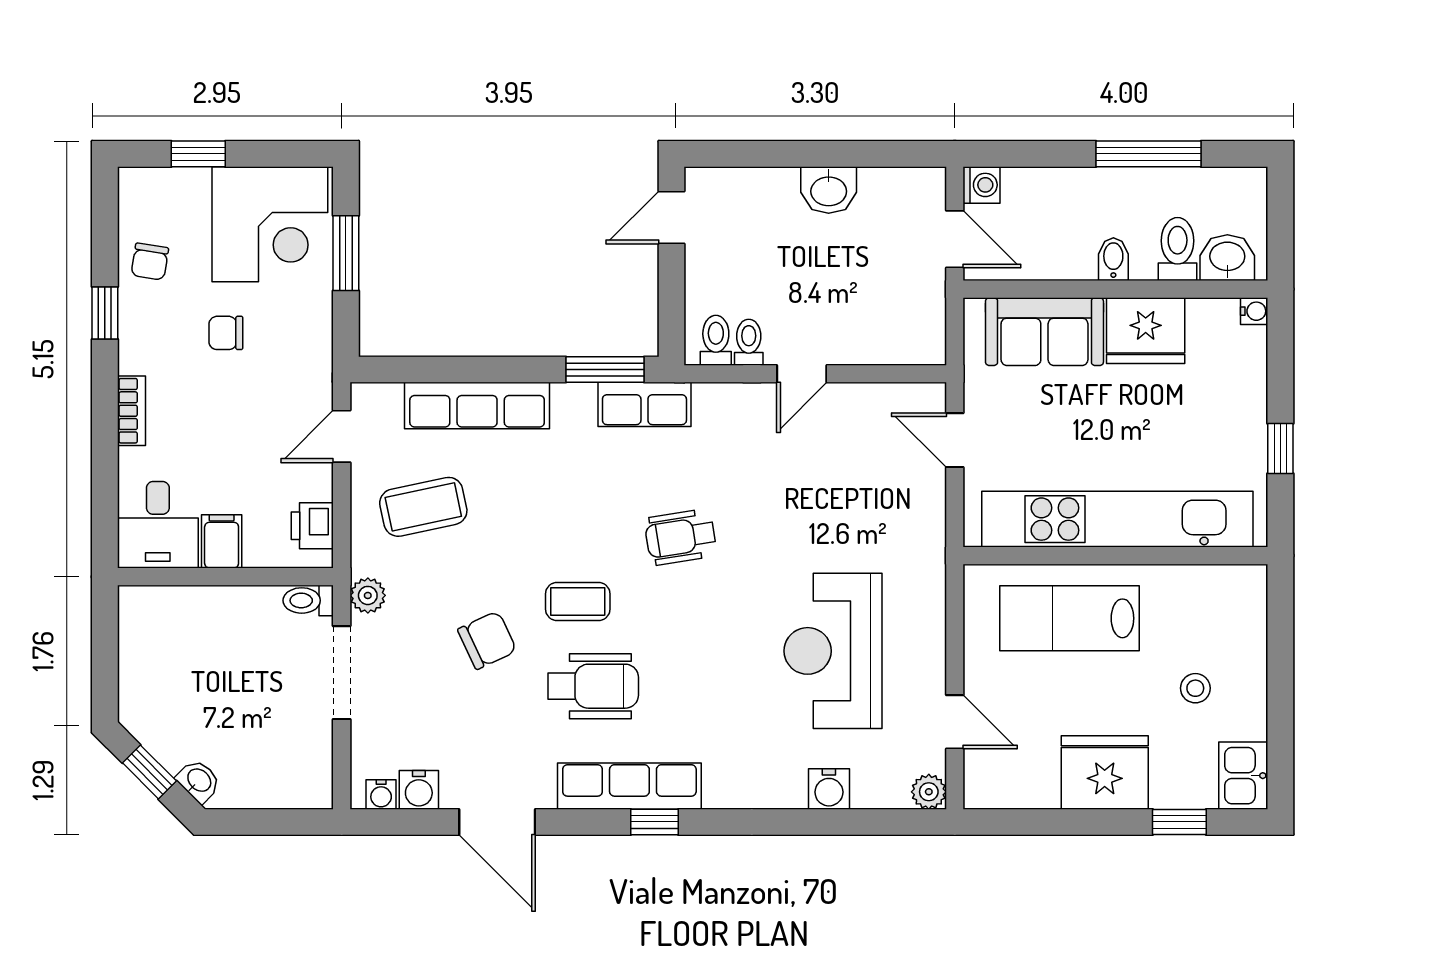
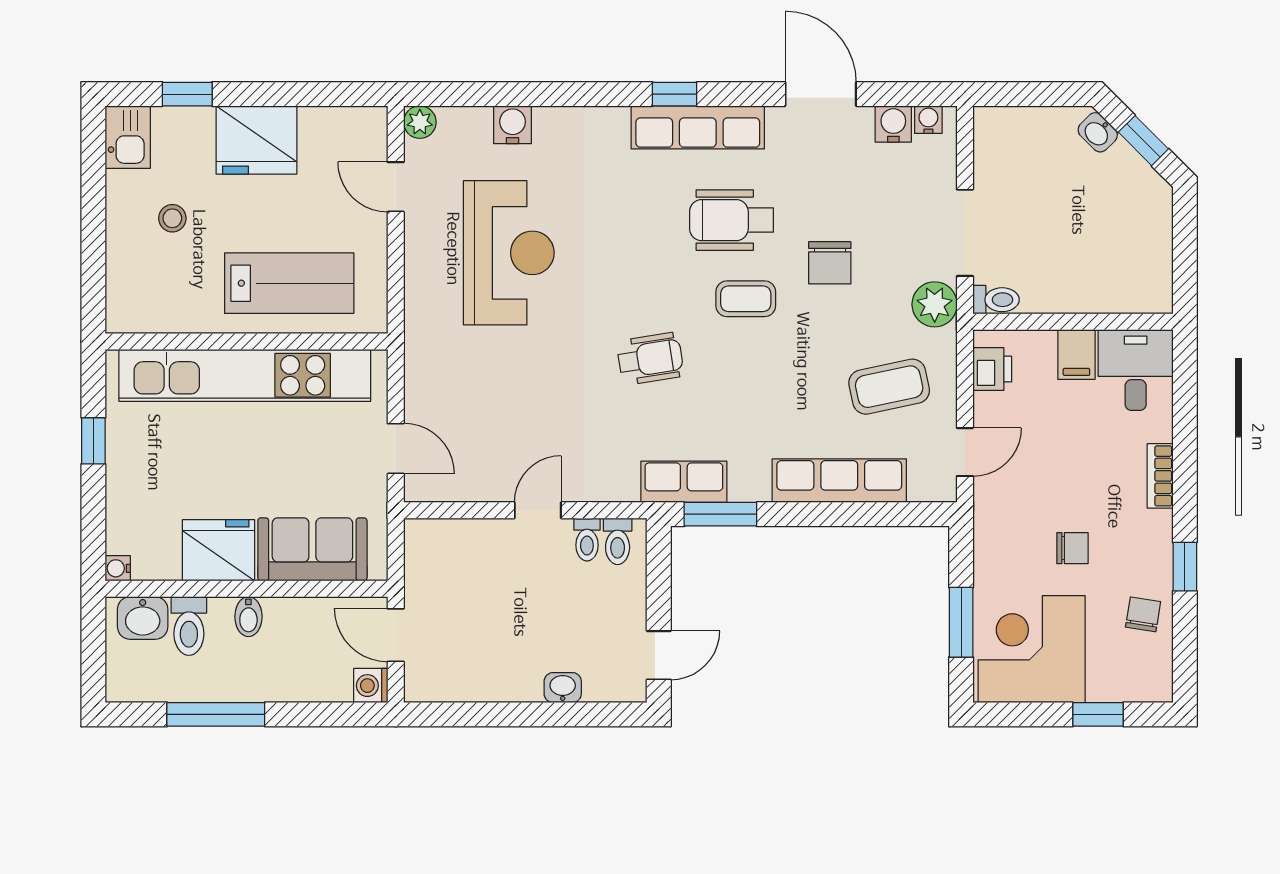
washbasin: (829, 190) -> (563, 688), moved, width x0.72, depth x0.69
plant: (368, 595) -> (935, 304), width x1.38, depth x1.38
chair: (487, 640) -> (830, 263), turned -65

